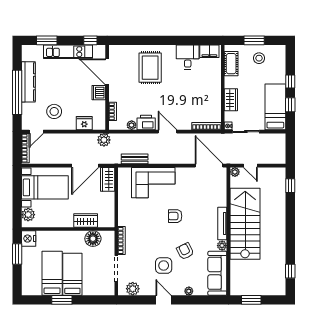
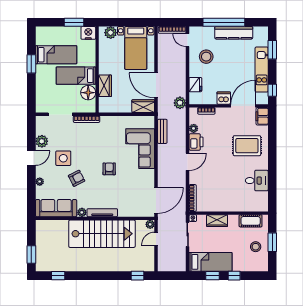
filing cabinet: (209, 51) -> (262, 116), moved
bed: (72, 274) -> (76, 76), moved, turned 180
plant: (133, 289) -> (42, 141), moved
window: (251, 300) -> (31, 254), moved

